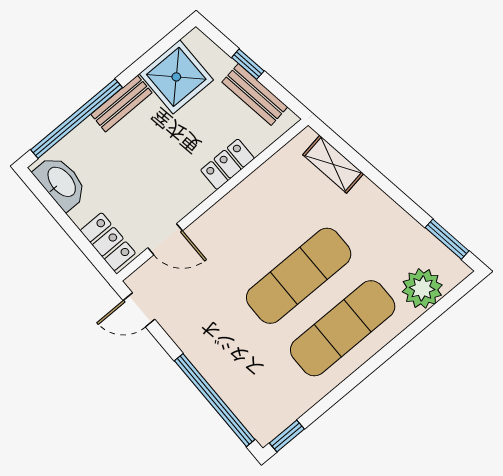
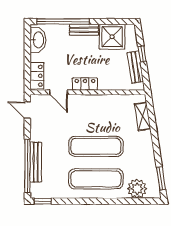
locker: (227, 164) -> (85, 84), moved
bench: (223, 383) -> (36, 162), added

